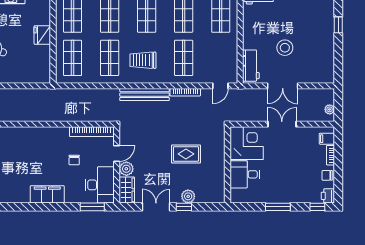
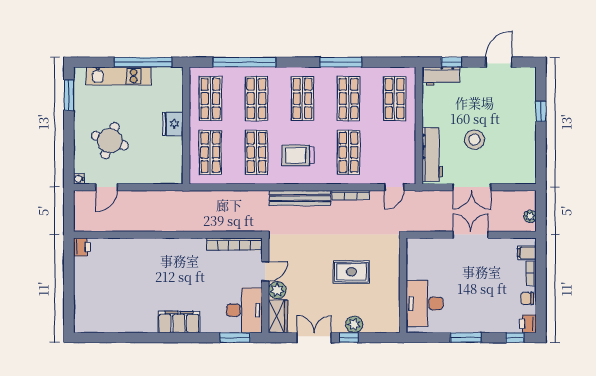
workbench: (251, 66) -> (432, 154), width x1.38
corner desk: (247, 143) -> (427, 258), removed
chair: (74, 160) -> (212, 279), removed
desk: (245, 174) -> (425, 304), width x1.37

